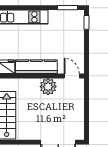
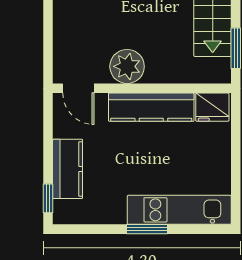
window: (67, 8) -> (147, 229), moved
kitchen counter: (77, 37) -> (68, 169), added

